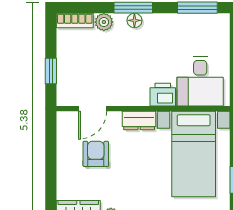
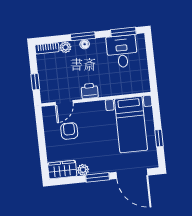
desk: (200, 81) -> (122, 51), moved, turned 180
printer: (163, 95) -> (90, 91), moved
dresser: (139, 121) -> (94, 107), removed

